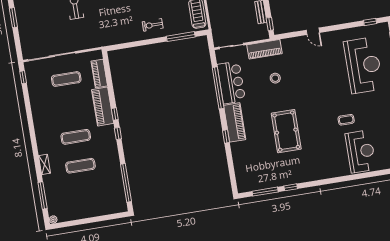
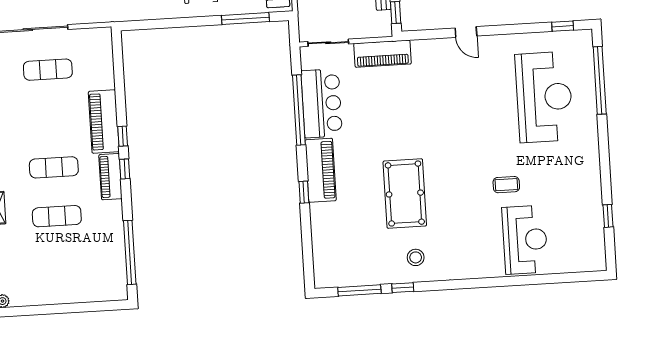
piano: (99, 73) -> (110, 177), moved
stool: (275, 78) -> (416, 257), moved

